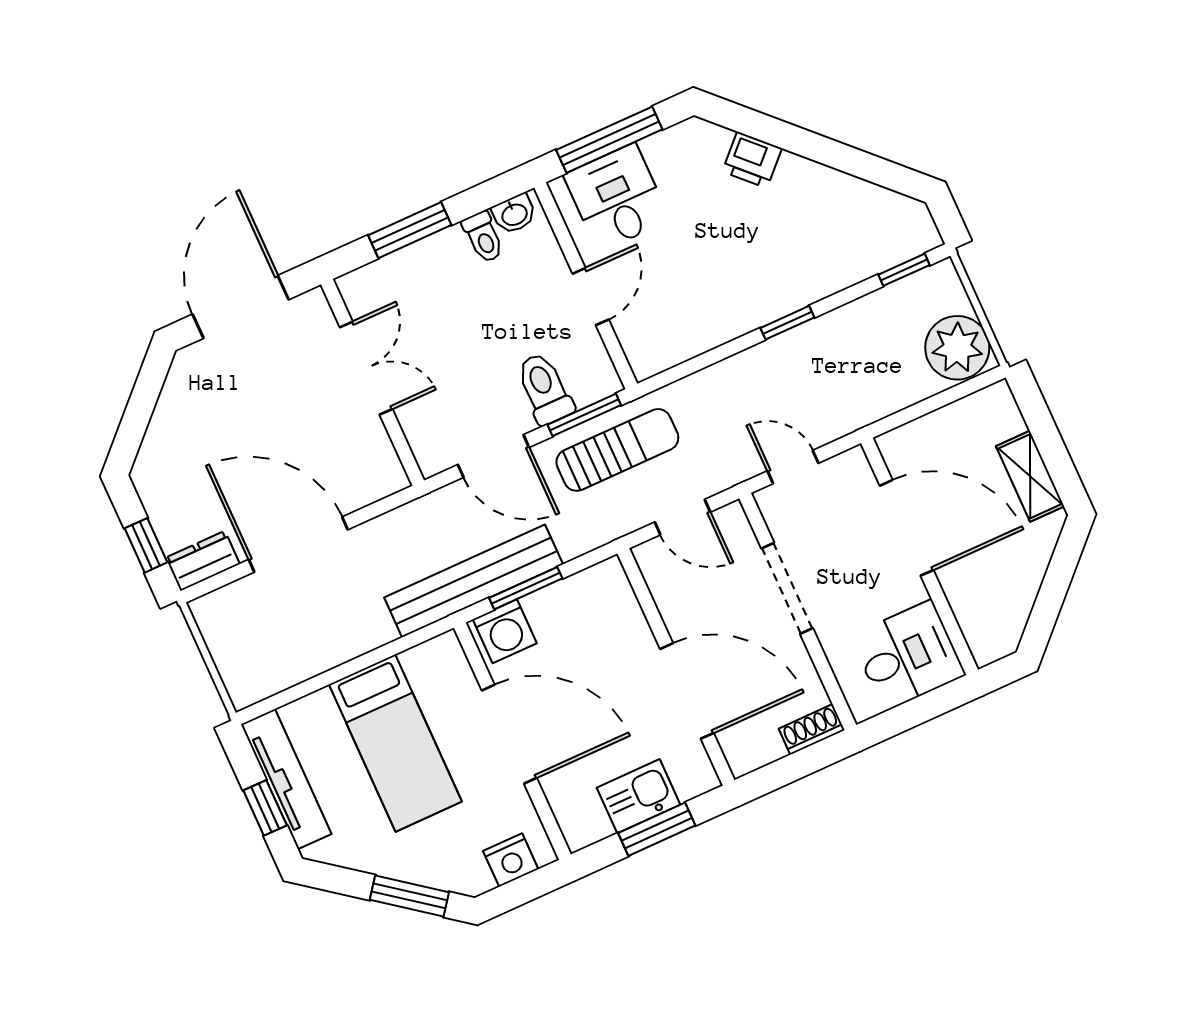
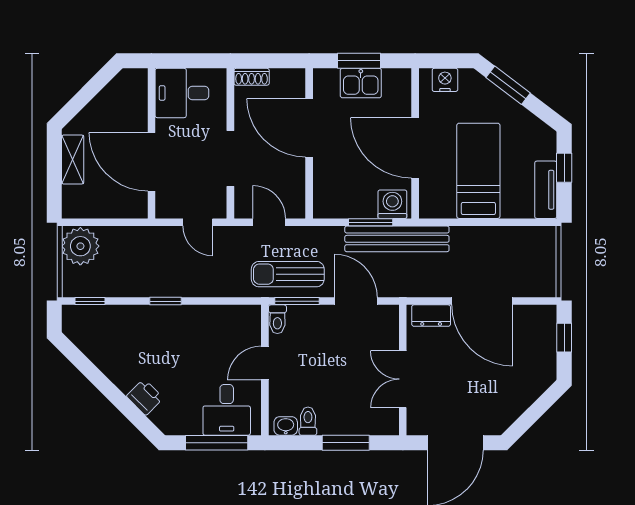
toilet: (545, 389) -> (277, 319), moved, width x0.73, depth x0.72
dresser: (203, 561) -> (431, 316), moved
tv unit: (286, 779) -> (546, 190), width x0.71

